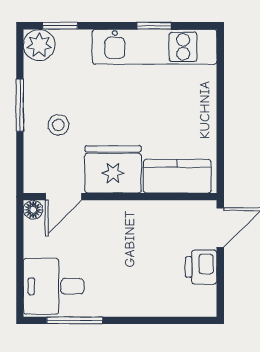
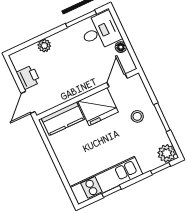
floor lamp: (33, 210) -> (121, 47), moved
plant: (153, 305) -> (44, 46), added

